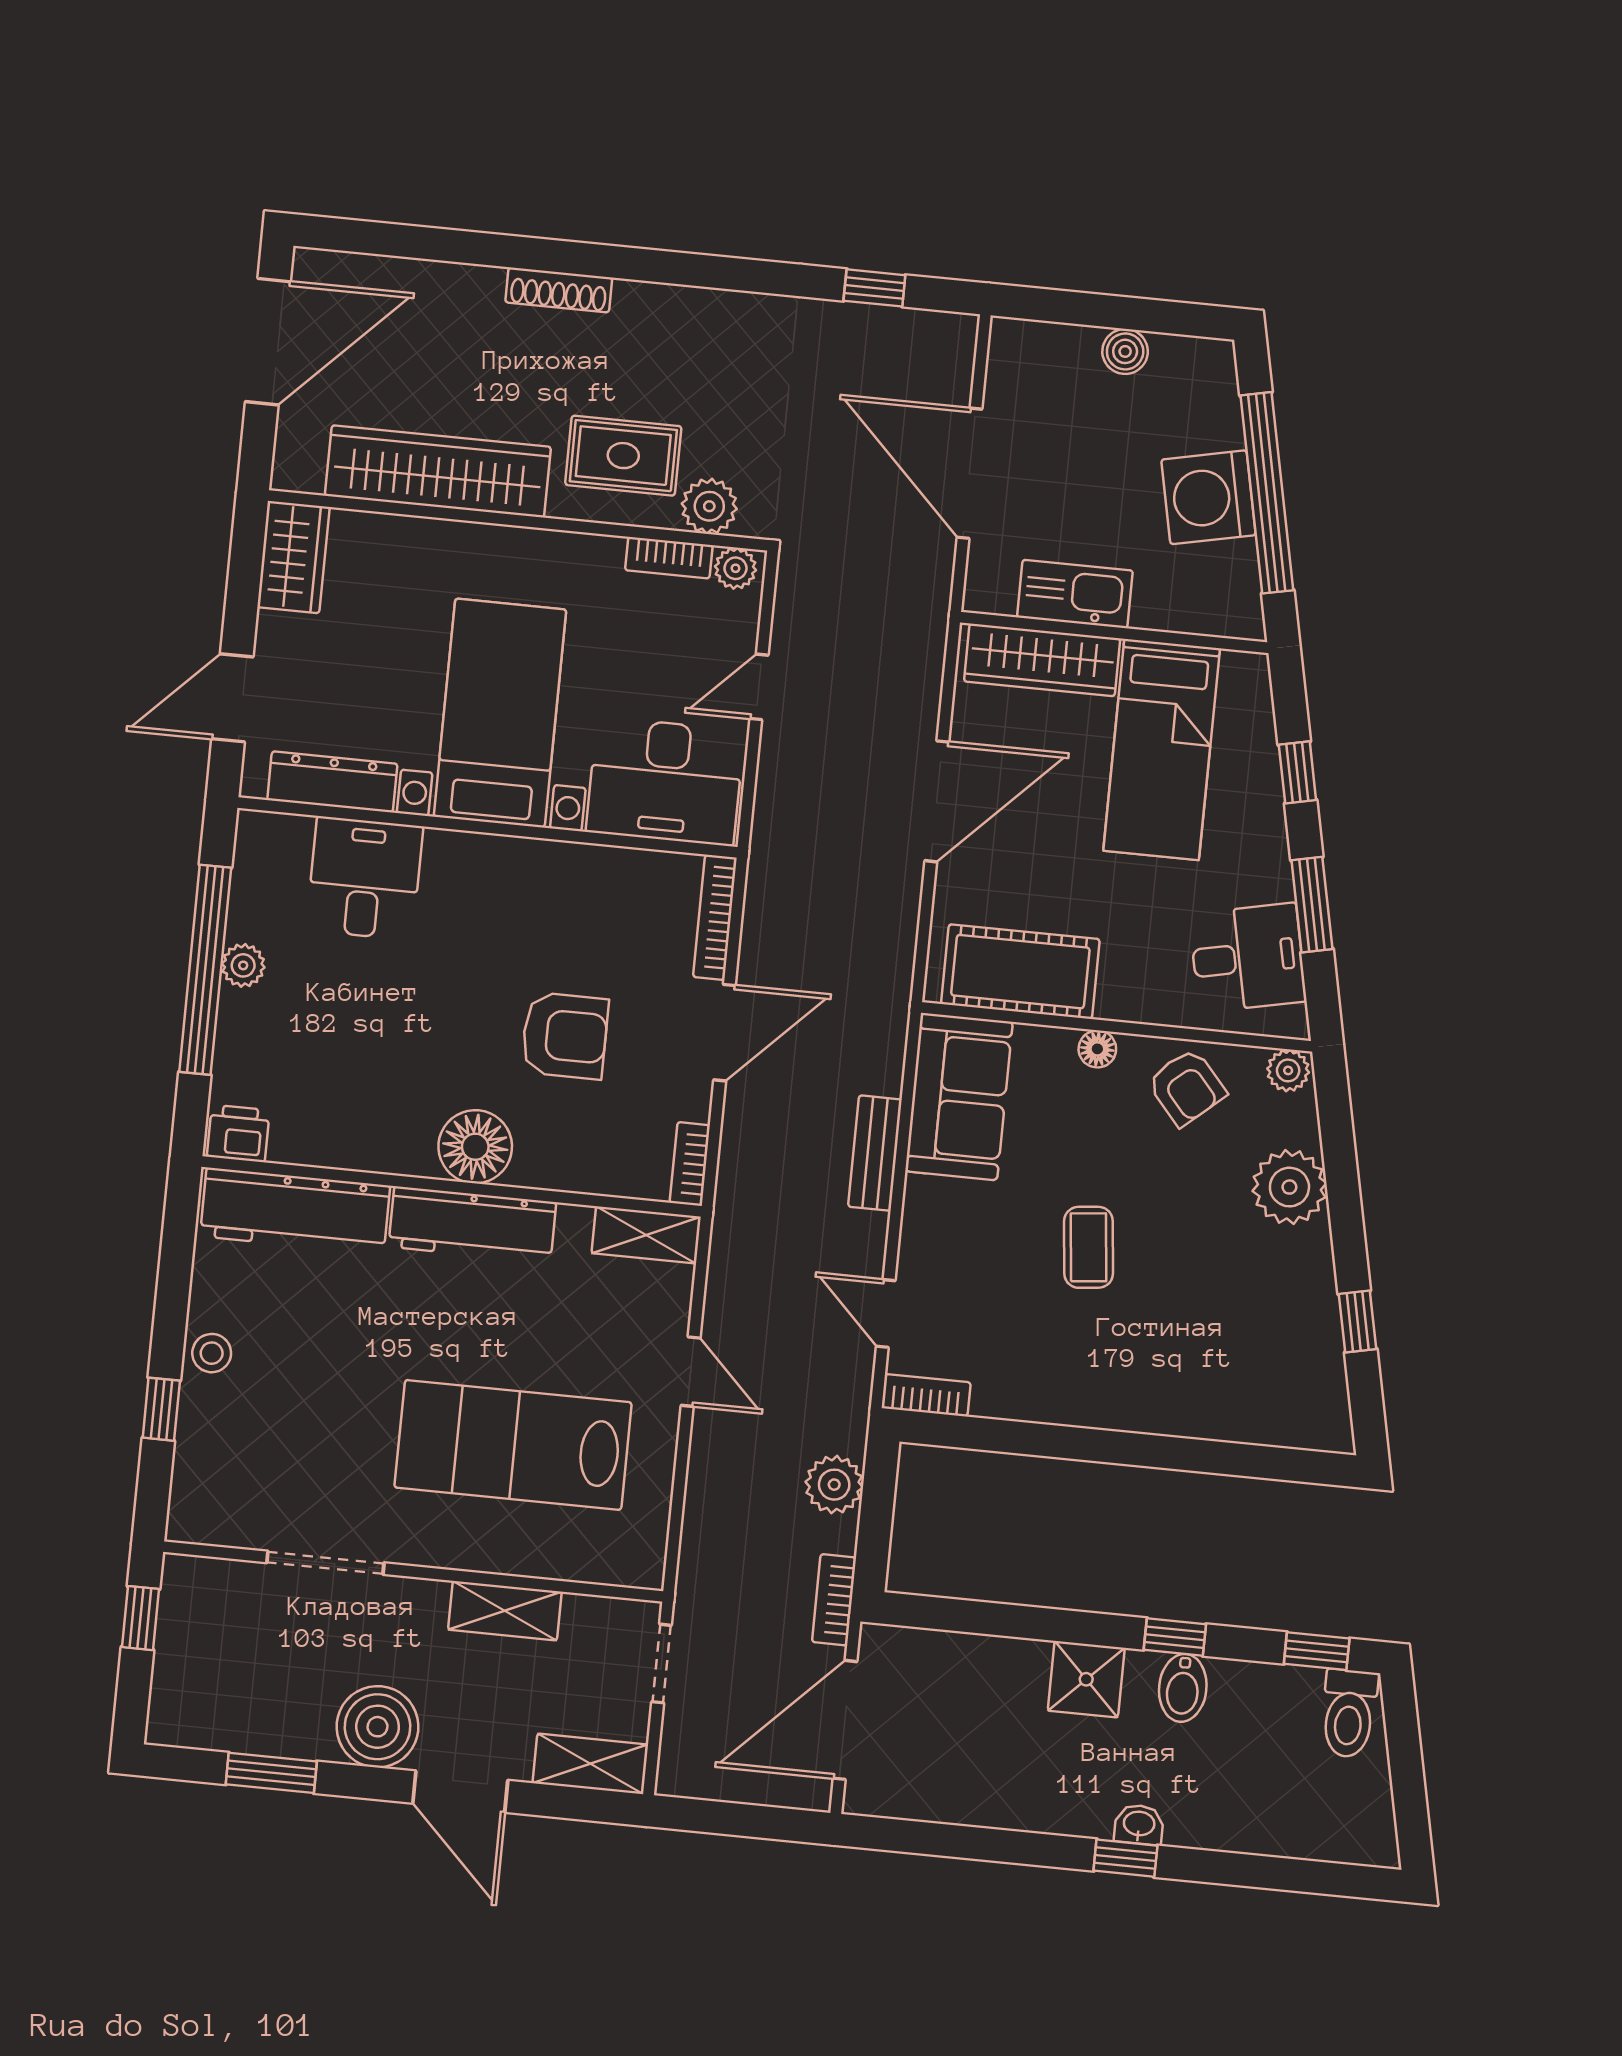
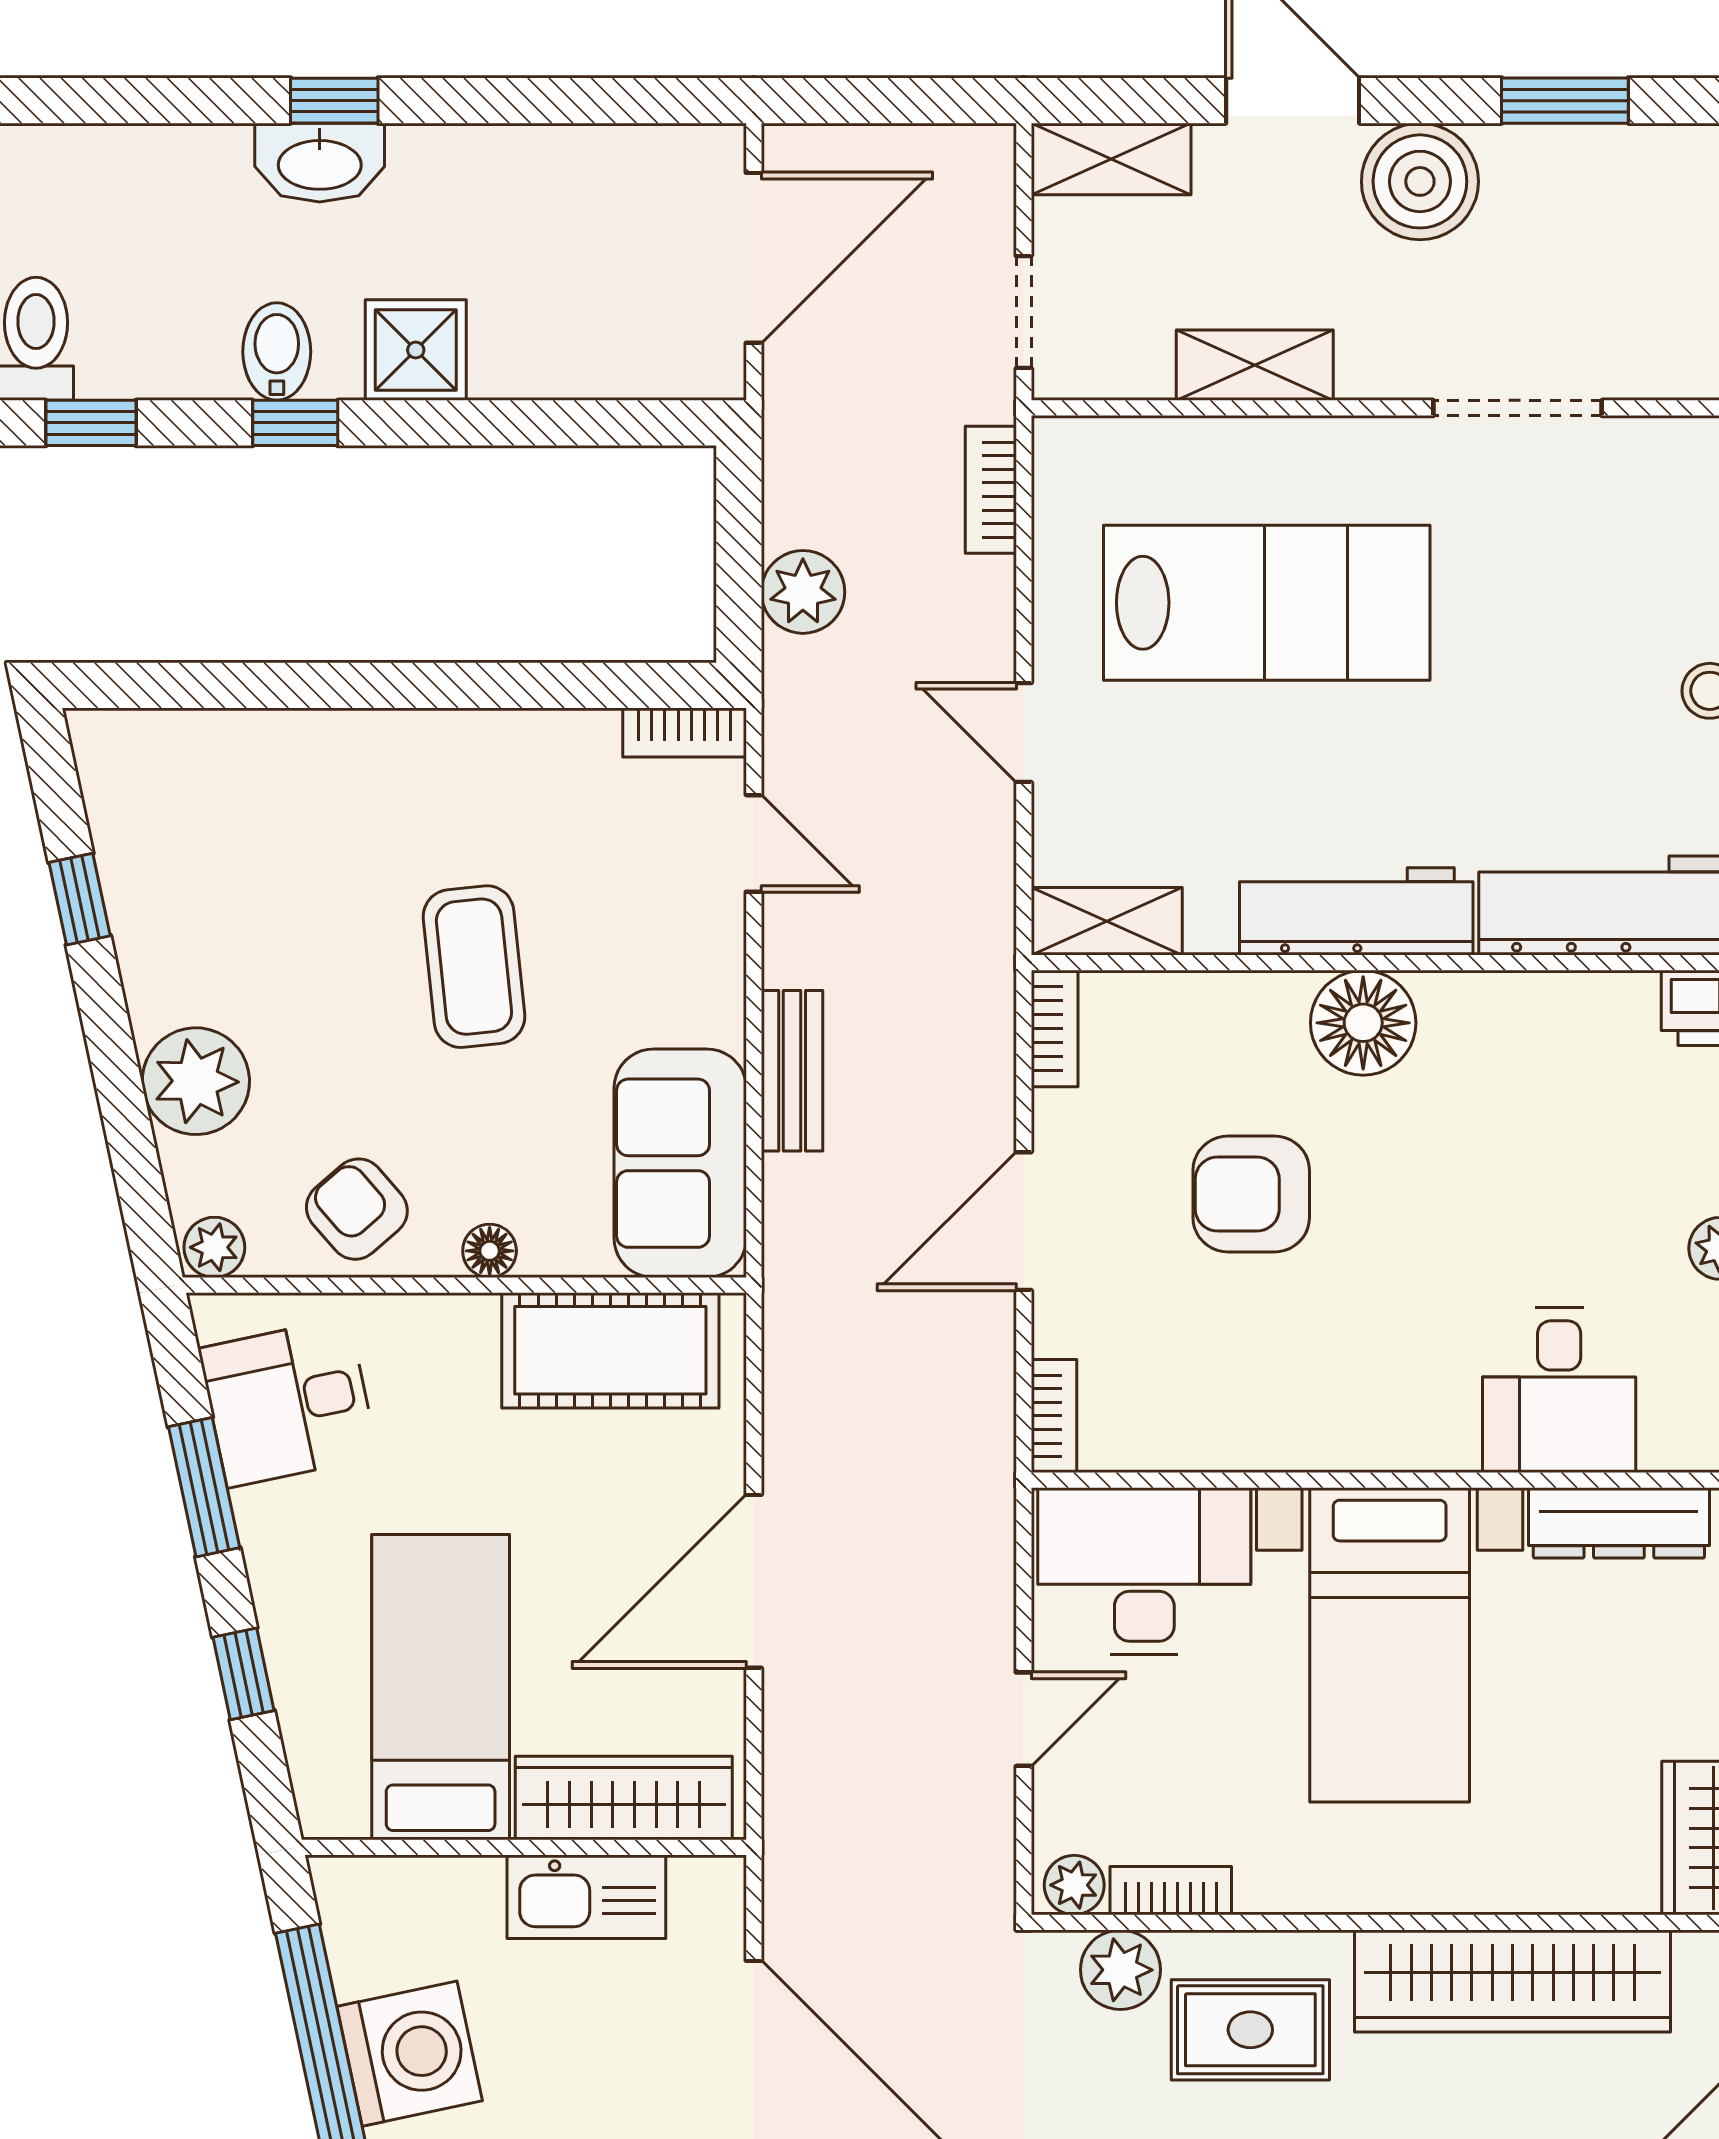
bookcase: (715, 917) -> (1054, 1416), width x0.64
coffee table: (1089, 1247) -> (474, 967), width x1.36, depth x1.30
bookcase: (834, 1600) -> (991, 490), moved, turned 180
washbasin: (1139, 1825) -> (320, 163), width x1.91, depth x1.45

